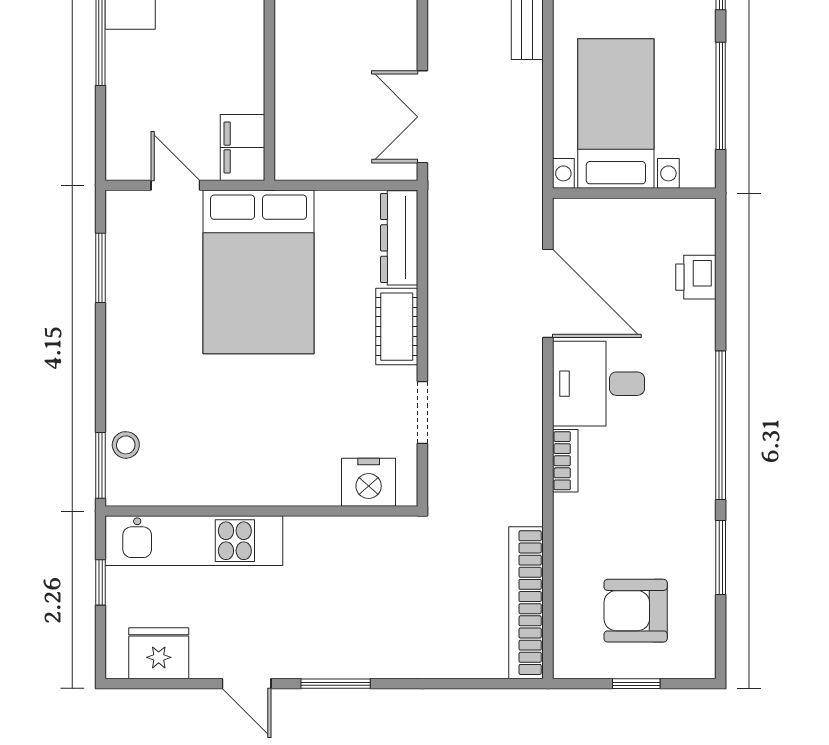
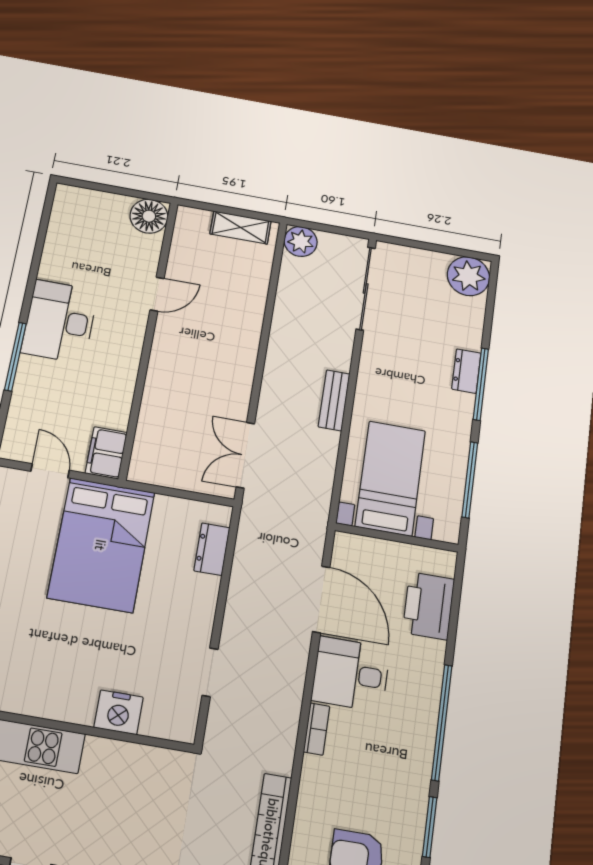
dresser: (399, 238) -> (212, 549), width x0.70
printer: (696, 277) -> (428, 606), width x1.87, depth x1.48
cot: (397, 327) -> (201, 604), removed
nightstand: (369, 482) -> (119, 712), moved

